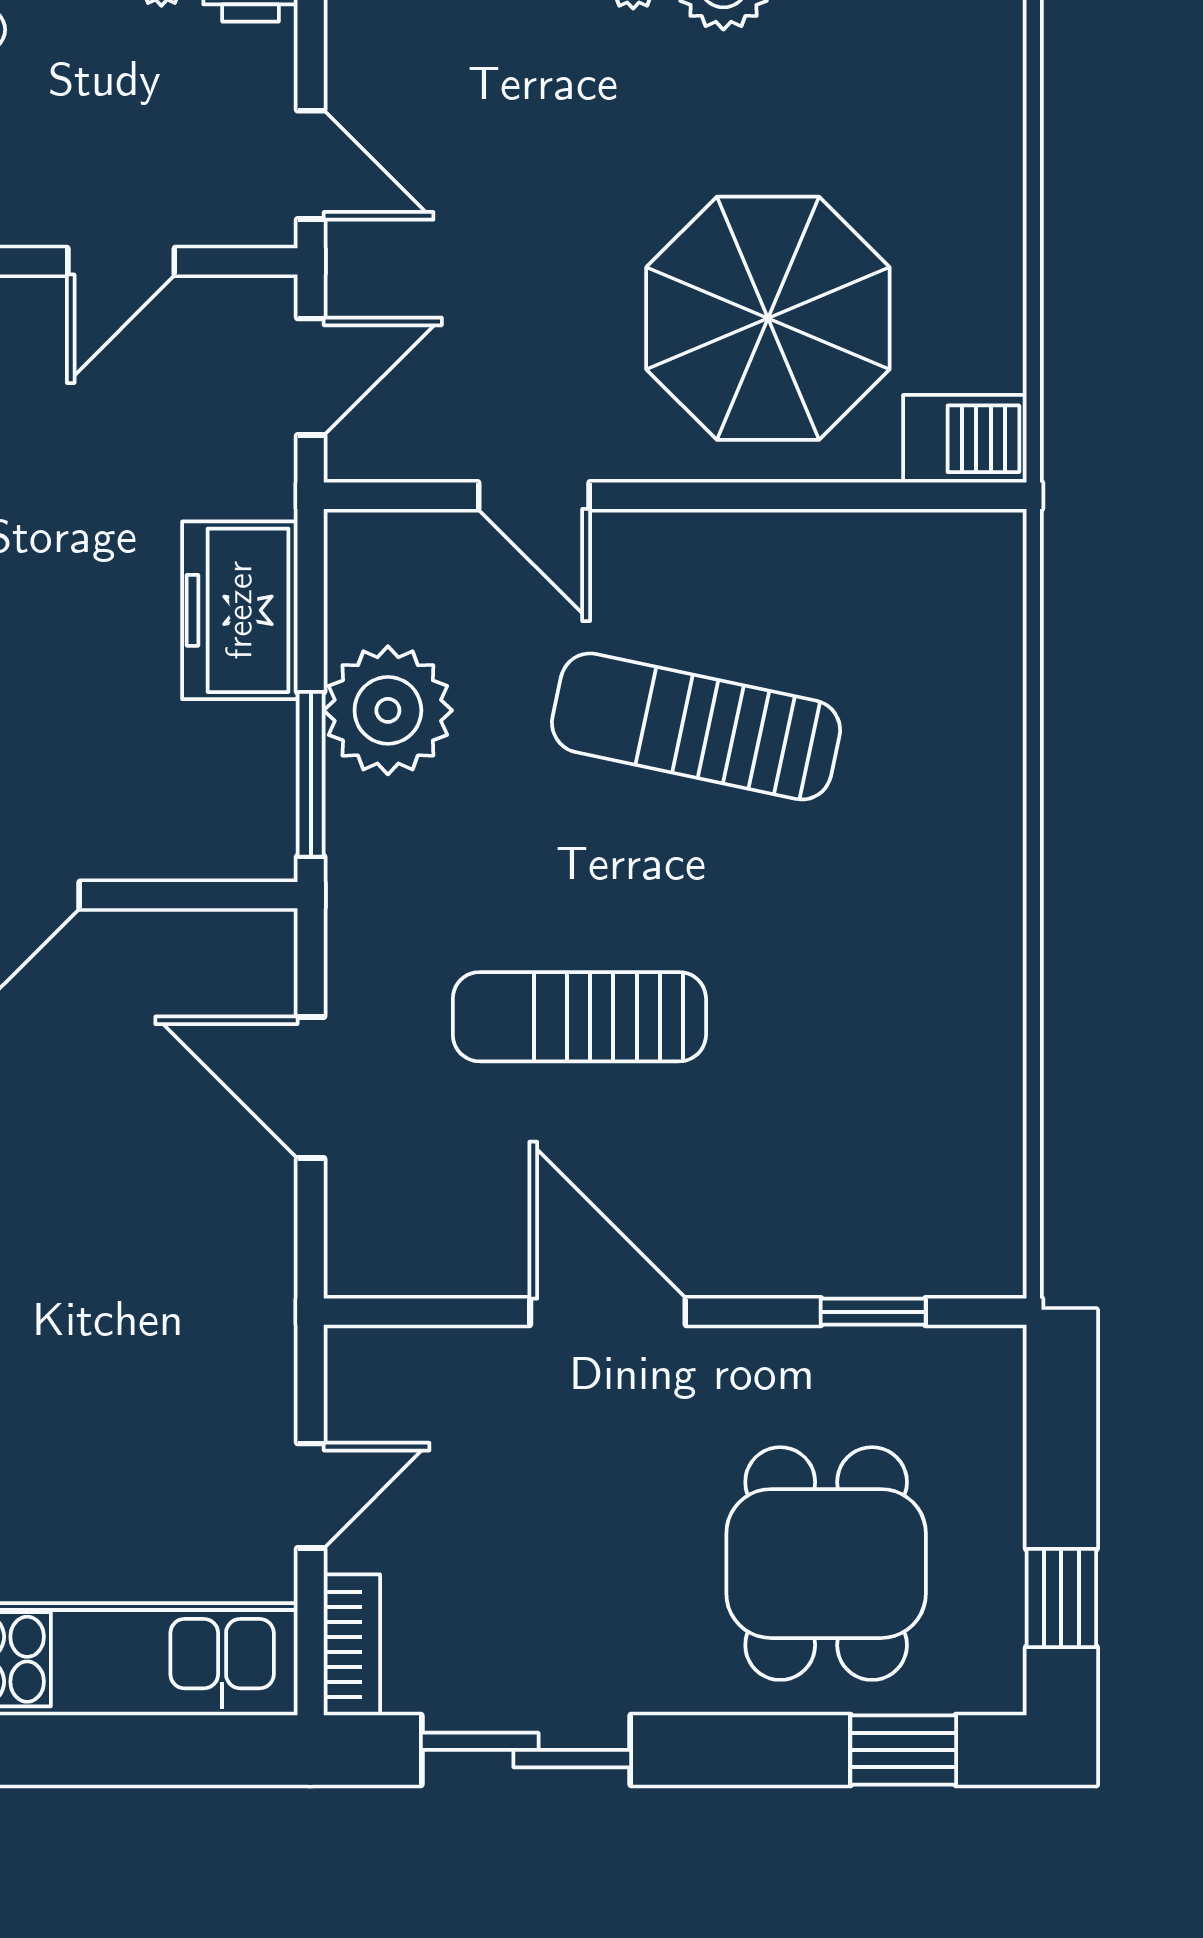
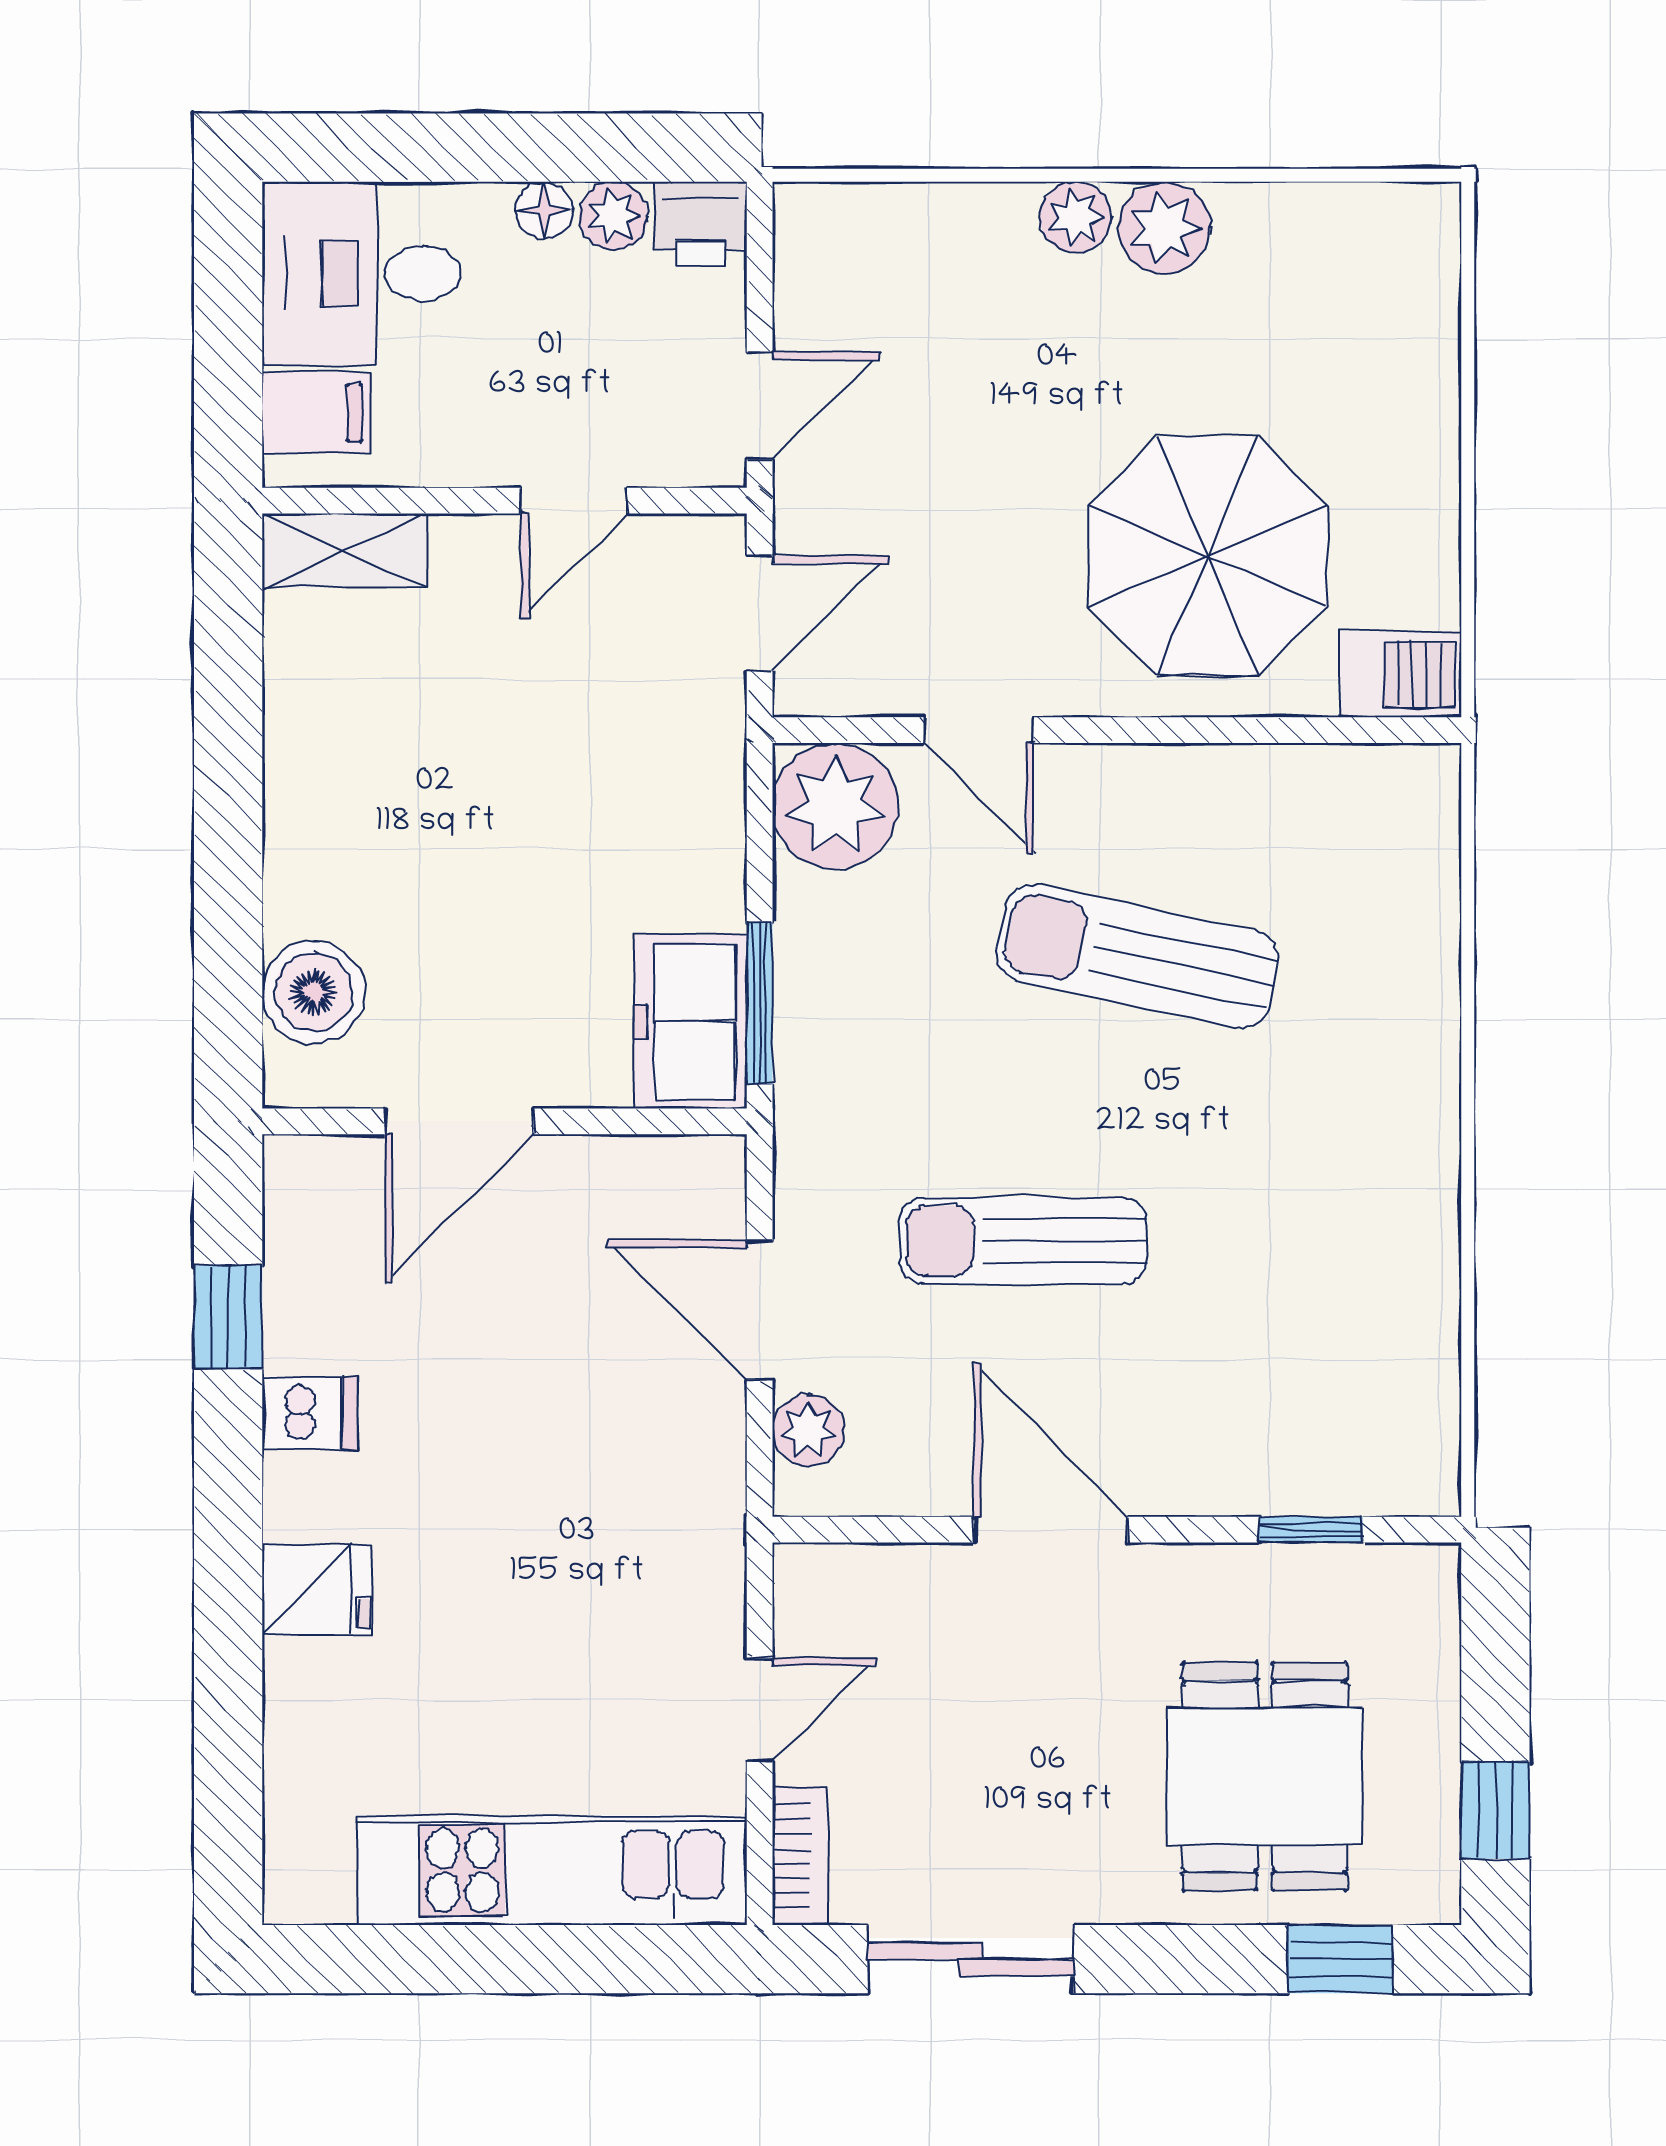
door: (311, 165) -> (760, 406), hinge flipped
freezer: (240, 610) -> (690, 1022), moved
plant: (388, 710) -> (835, 806), moved
plant: (360, 1210) -> (808, 1430), added

